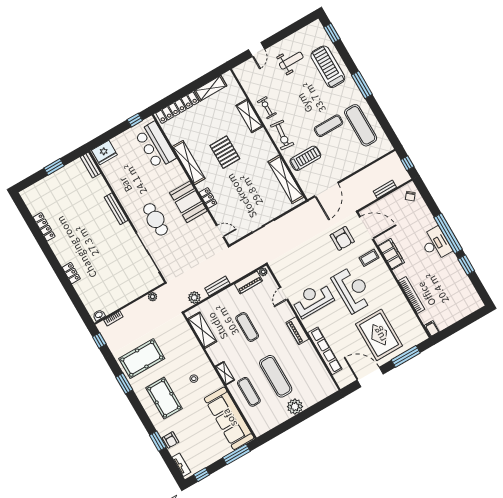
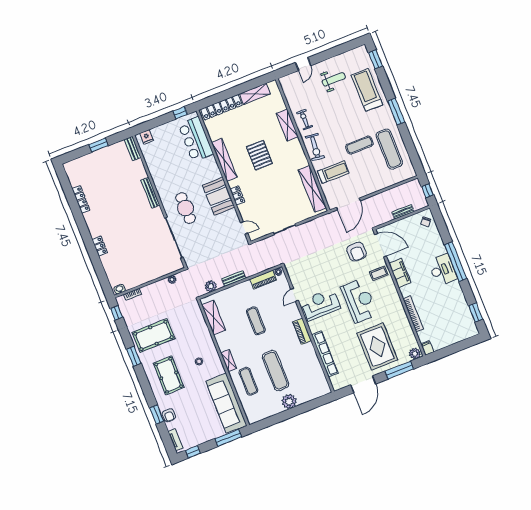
fridge: (104, 153) -> (147, 137), width x0.53, depth x0.75
window: (466, 265) -> (476, 312), moved
plant: (420, 336) -> (415, 354), added
door: (370, 377) -> (363, 384), swing flipped

